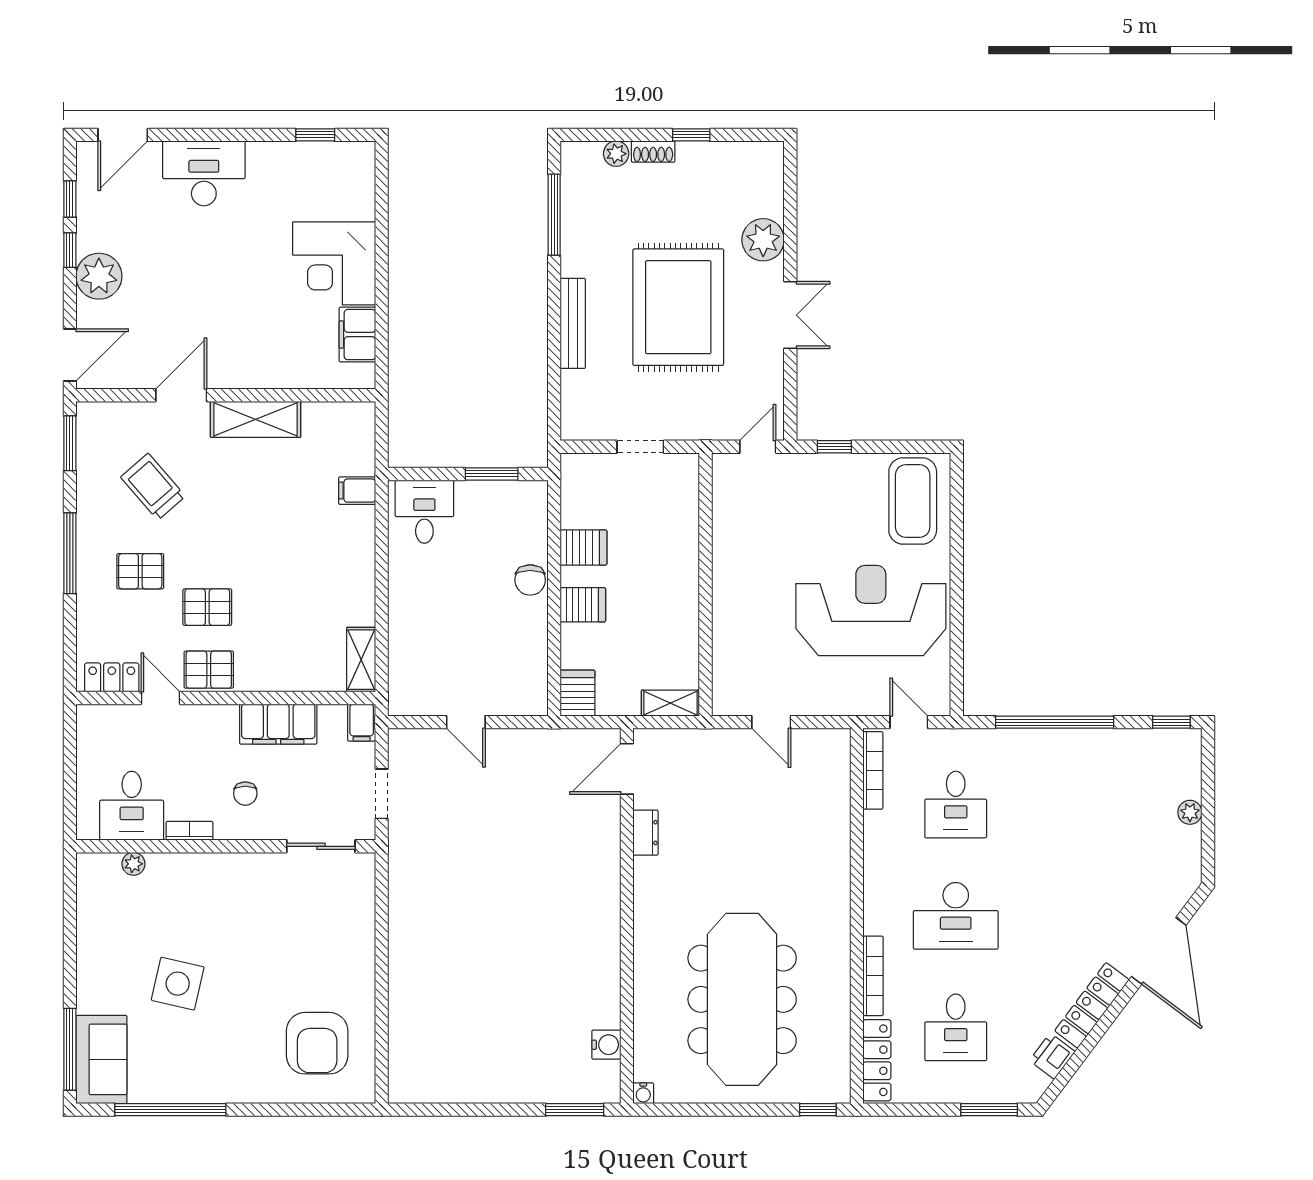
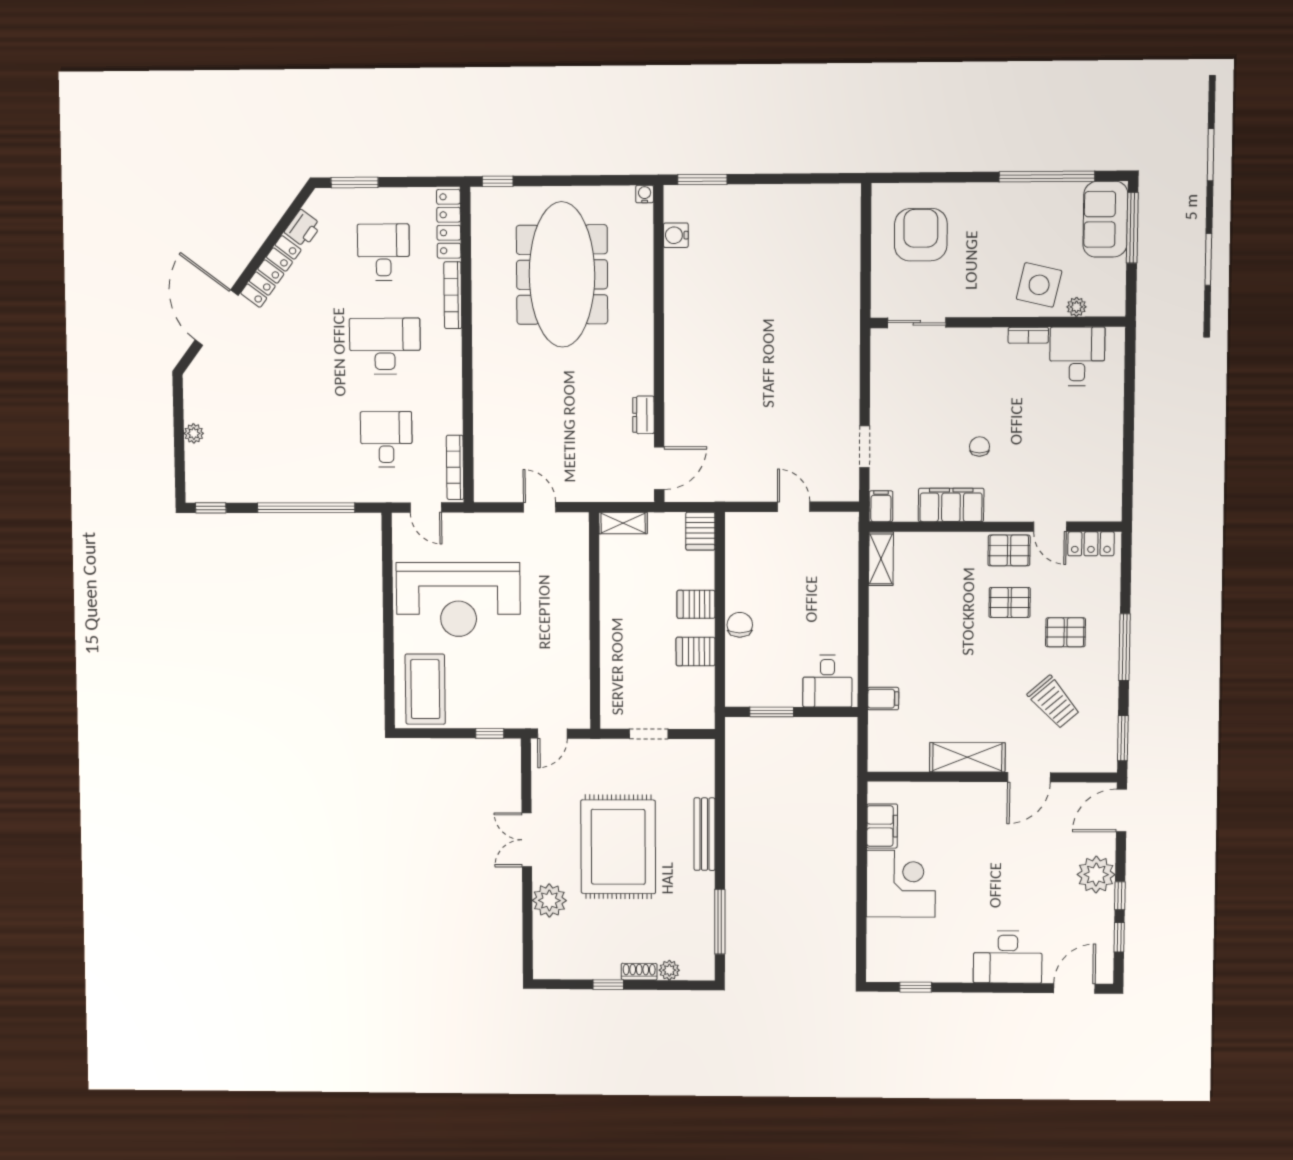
desk: (132, 806) -> (1077, 356), moved
bookcase: (190, 831) -> (1028, 335), moved
wall: (226, 846) -> (998, 322), moved
sliding door: (321, 846) -> (917, 323), moved
plant: (133, 864) -> (1076, 307), moved

